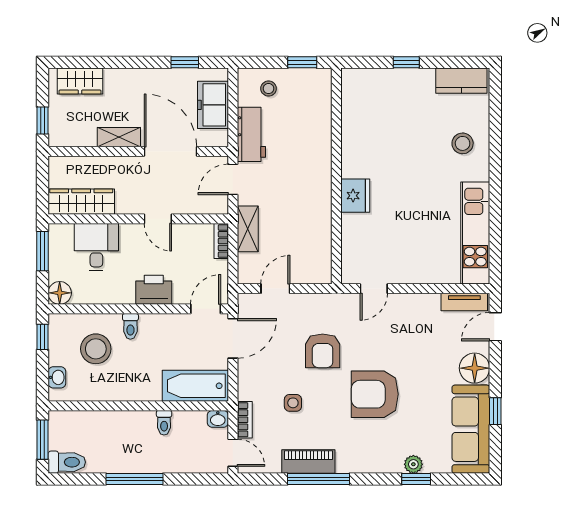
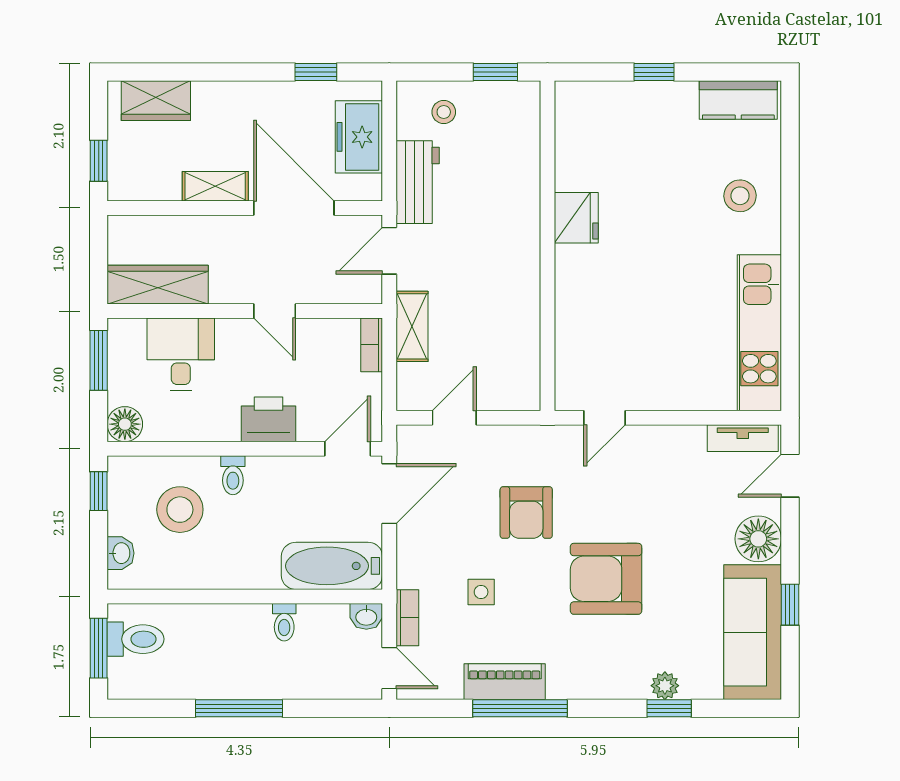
fridge: (355, 196) -> (576, 218), moved
toilet: (67, 462) -> (136, 639), moved

